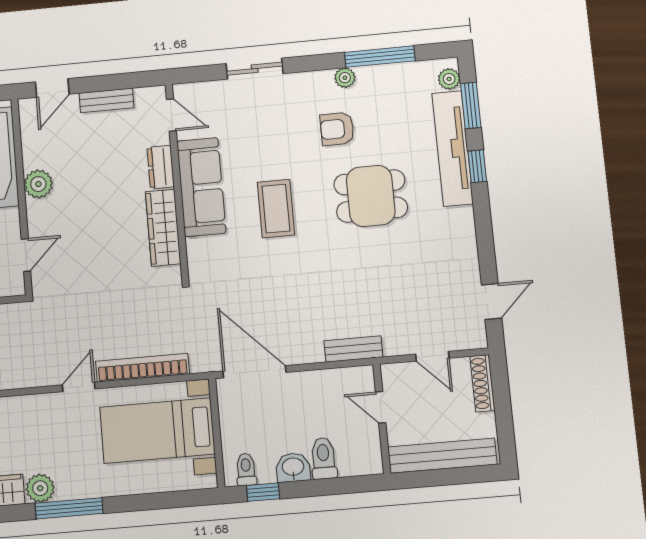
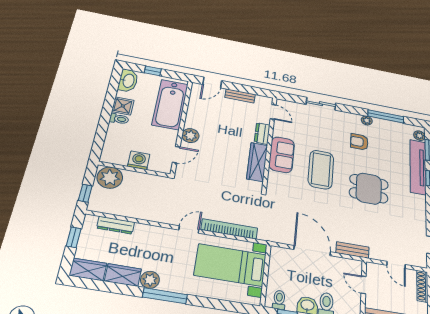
plant: (38, 184) -> (190, 136), moved
sofa: (201, 187) -> (282, 155), width x0.73
dining table: (371, 196) -> (369, 189), moved
coffee table: (276, 209) -> (321, 169), width x1.36, depth x1.32
door: (254, 372) -> (312, 251), moved

